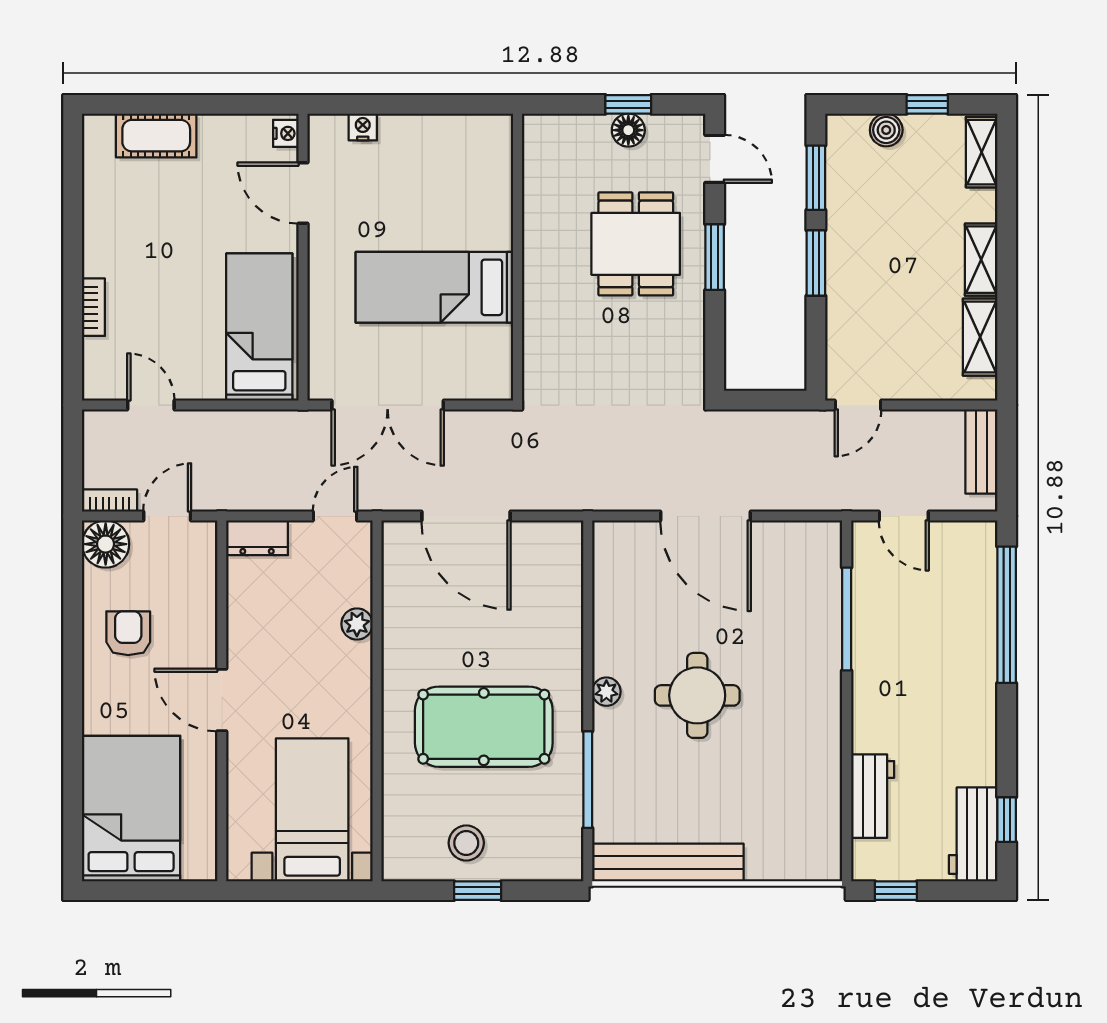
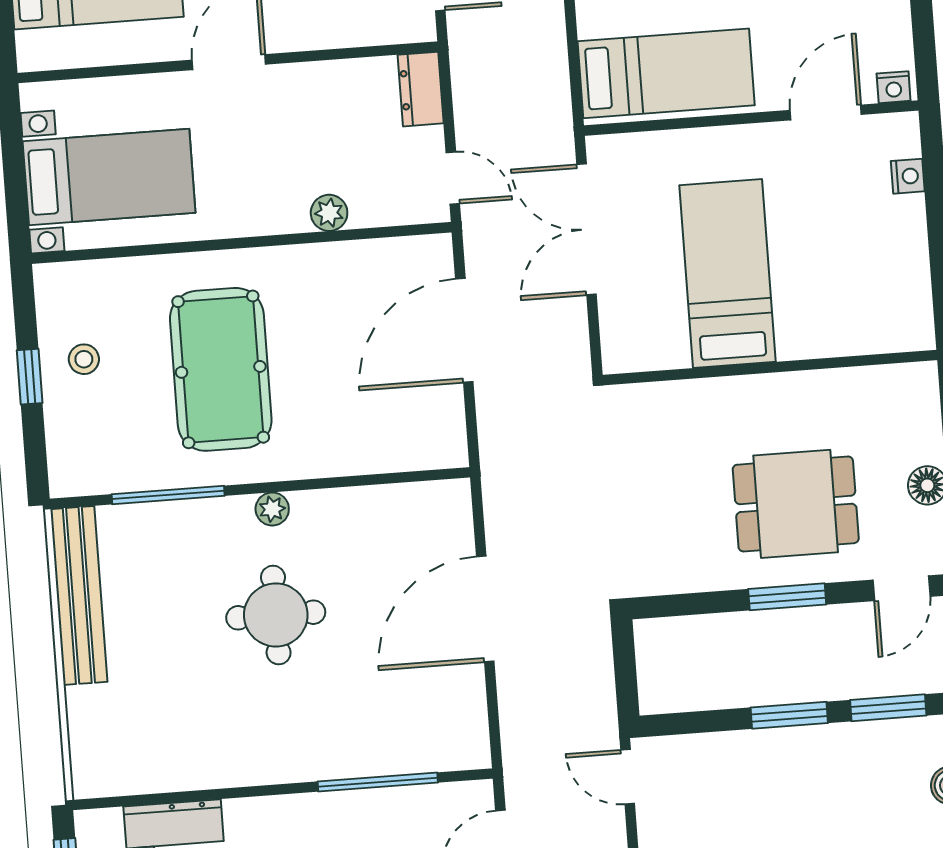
stool: (466, 843) -> (84, 359), width x0.73, depth x0.73

